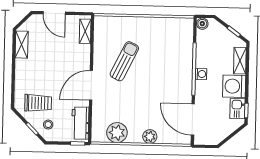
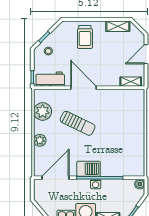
sun lounger: (124, 61) -> (78, 123), moved
barbecue: (184, 82) -> (89, 169), added
trolley: (38, 103) -> (85, 37), moved

